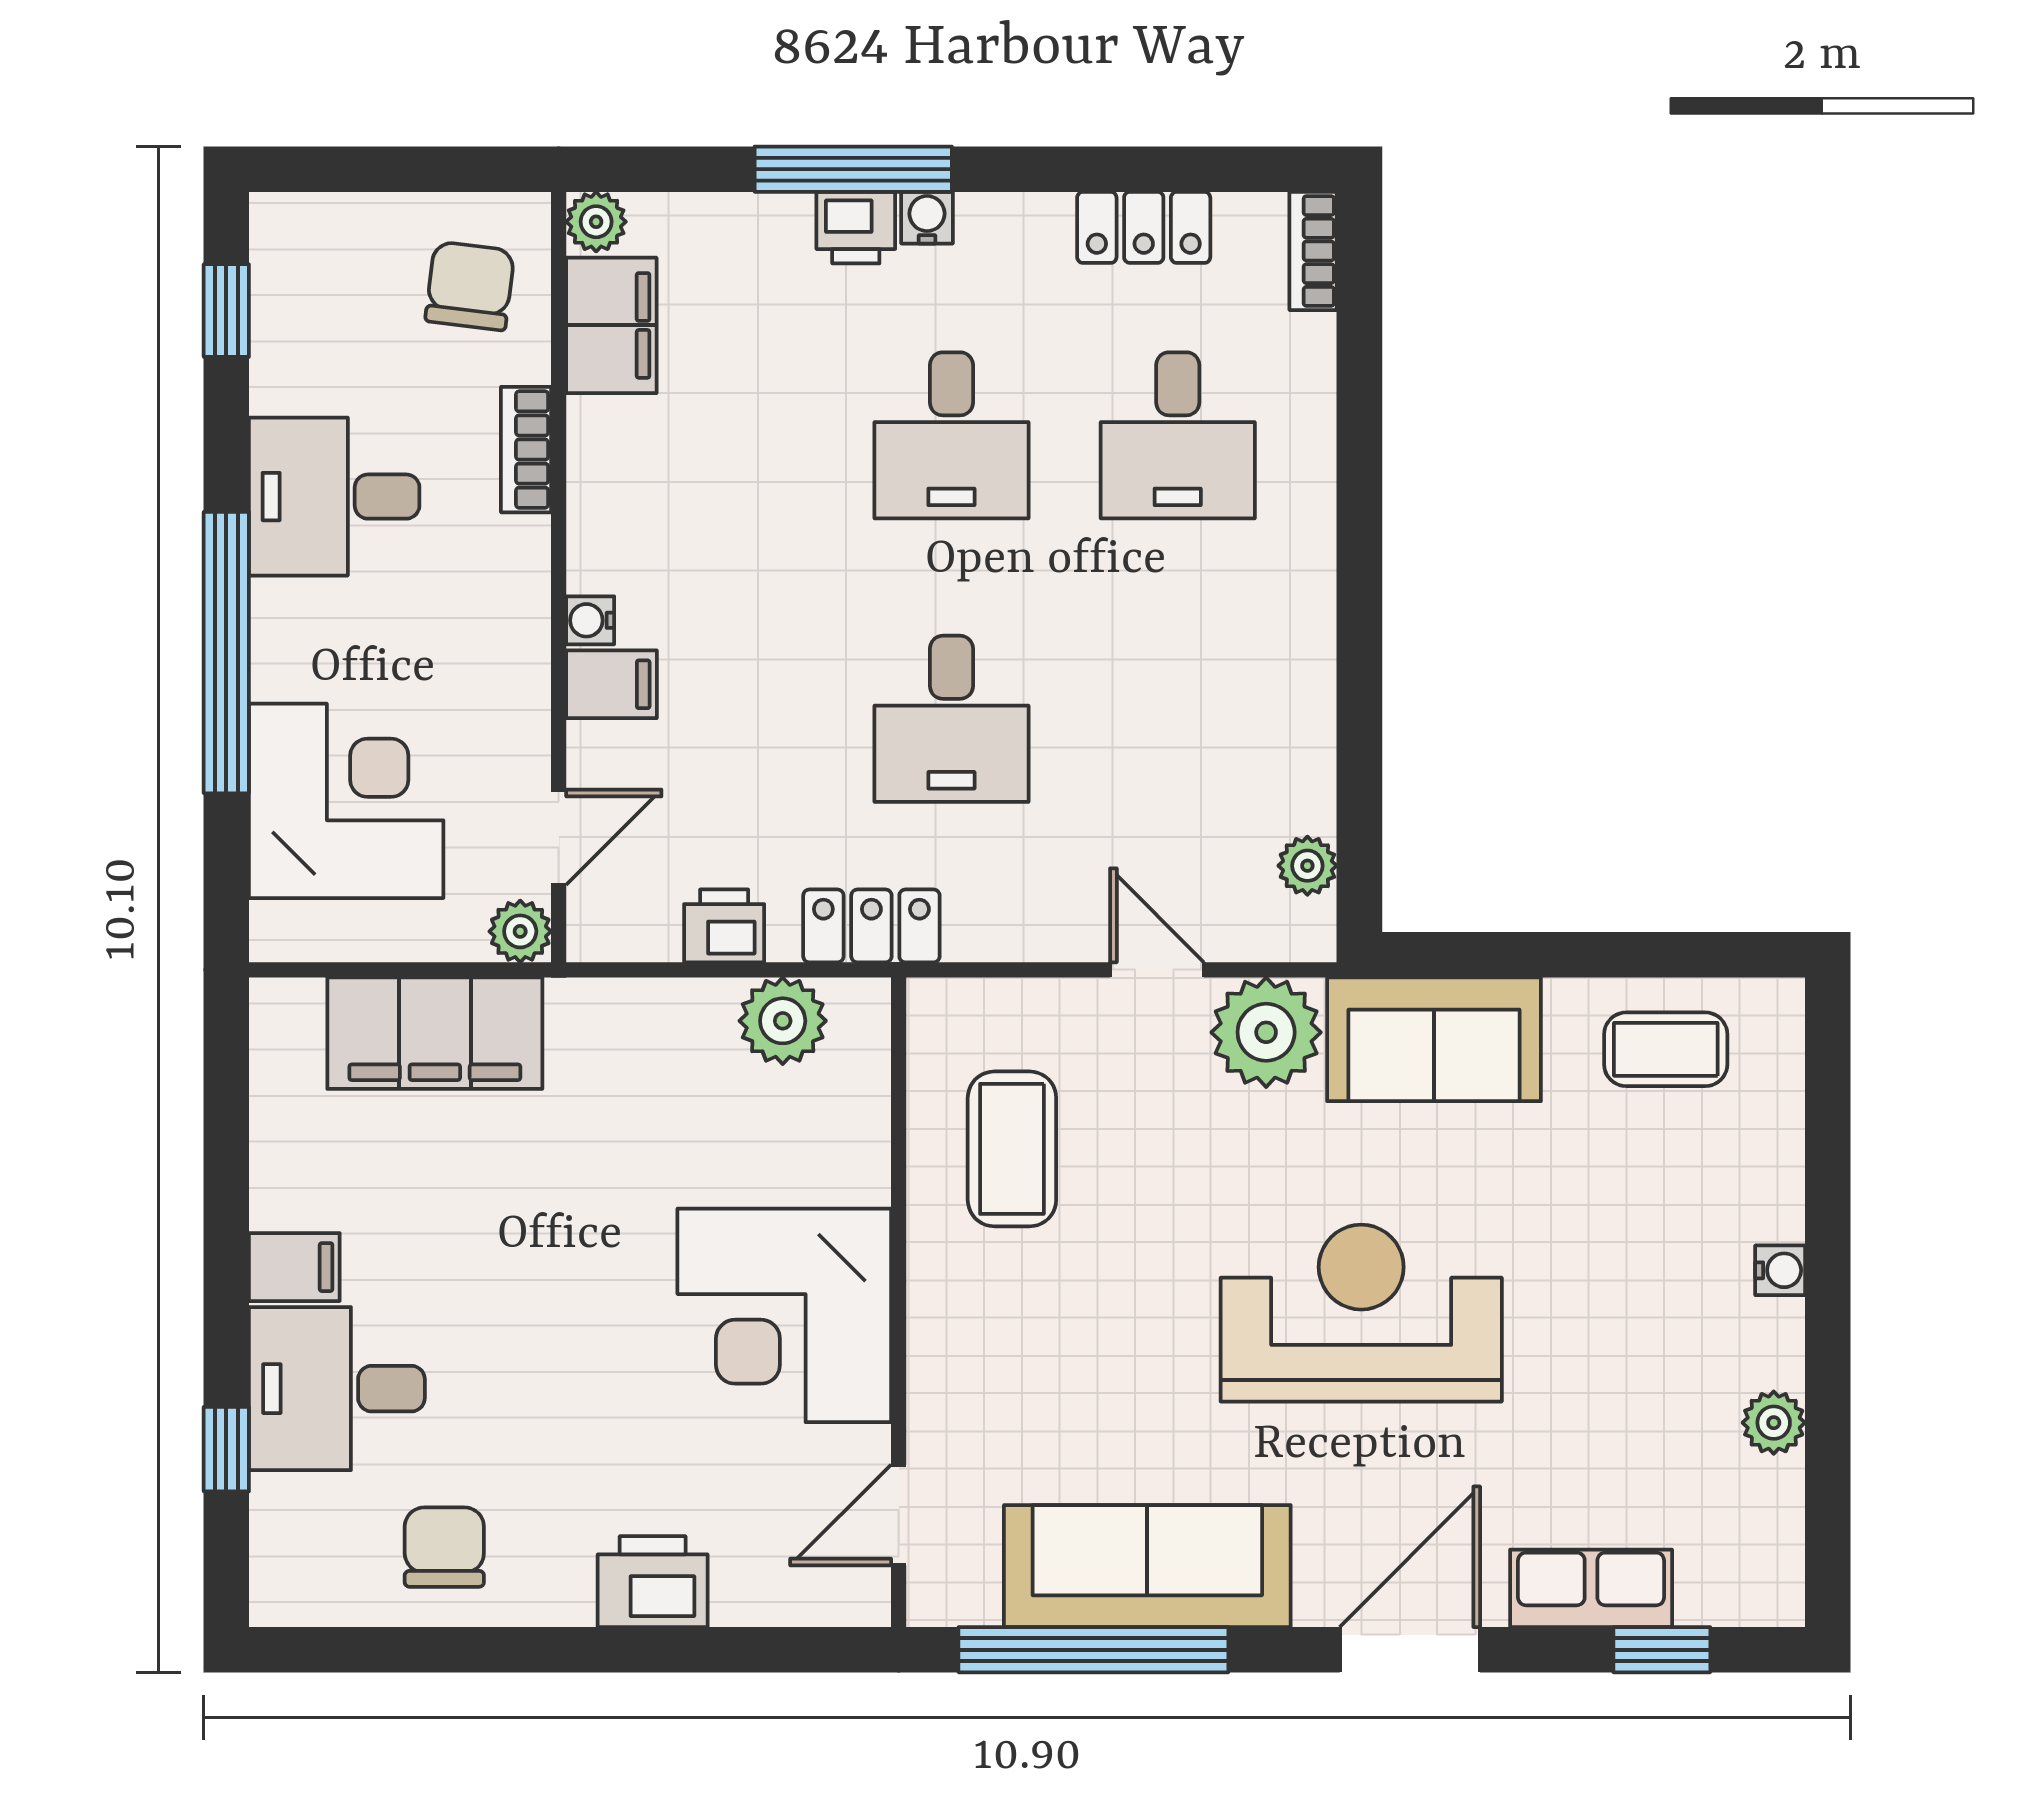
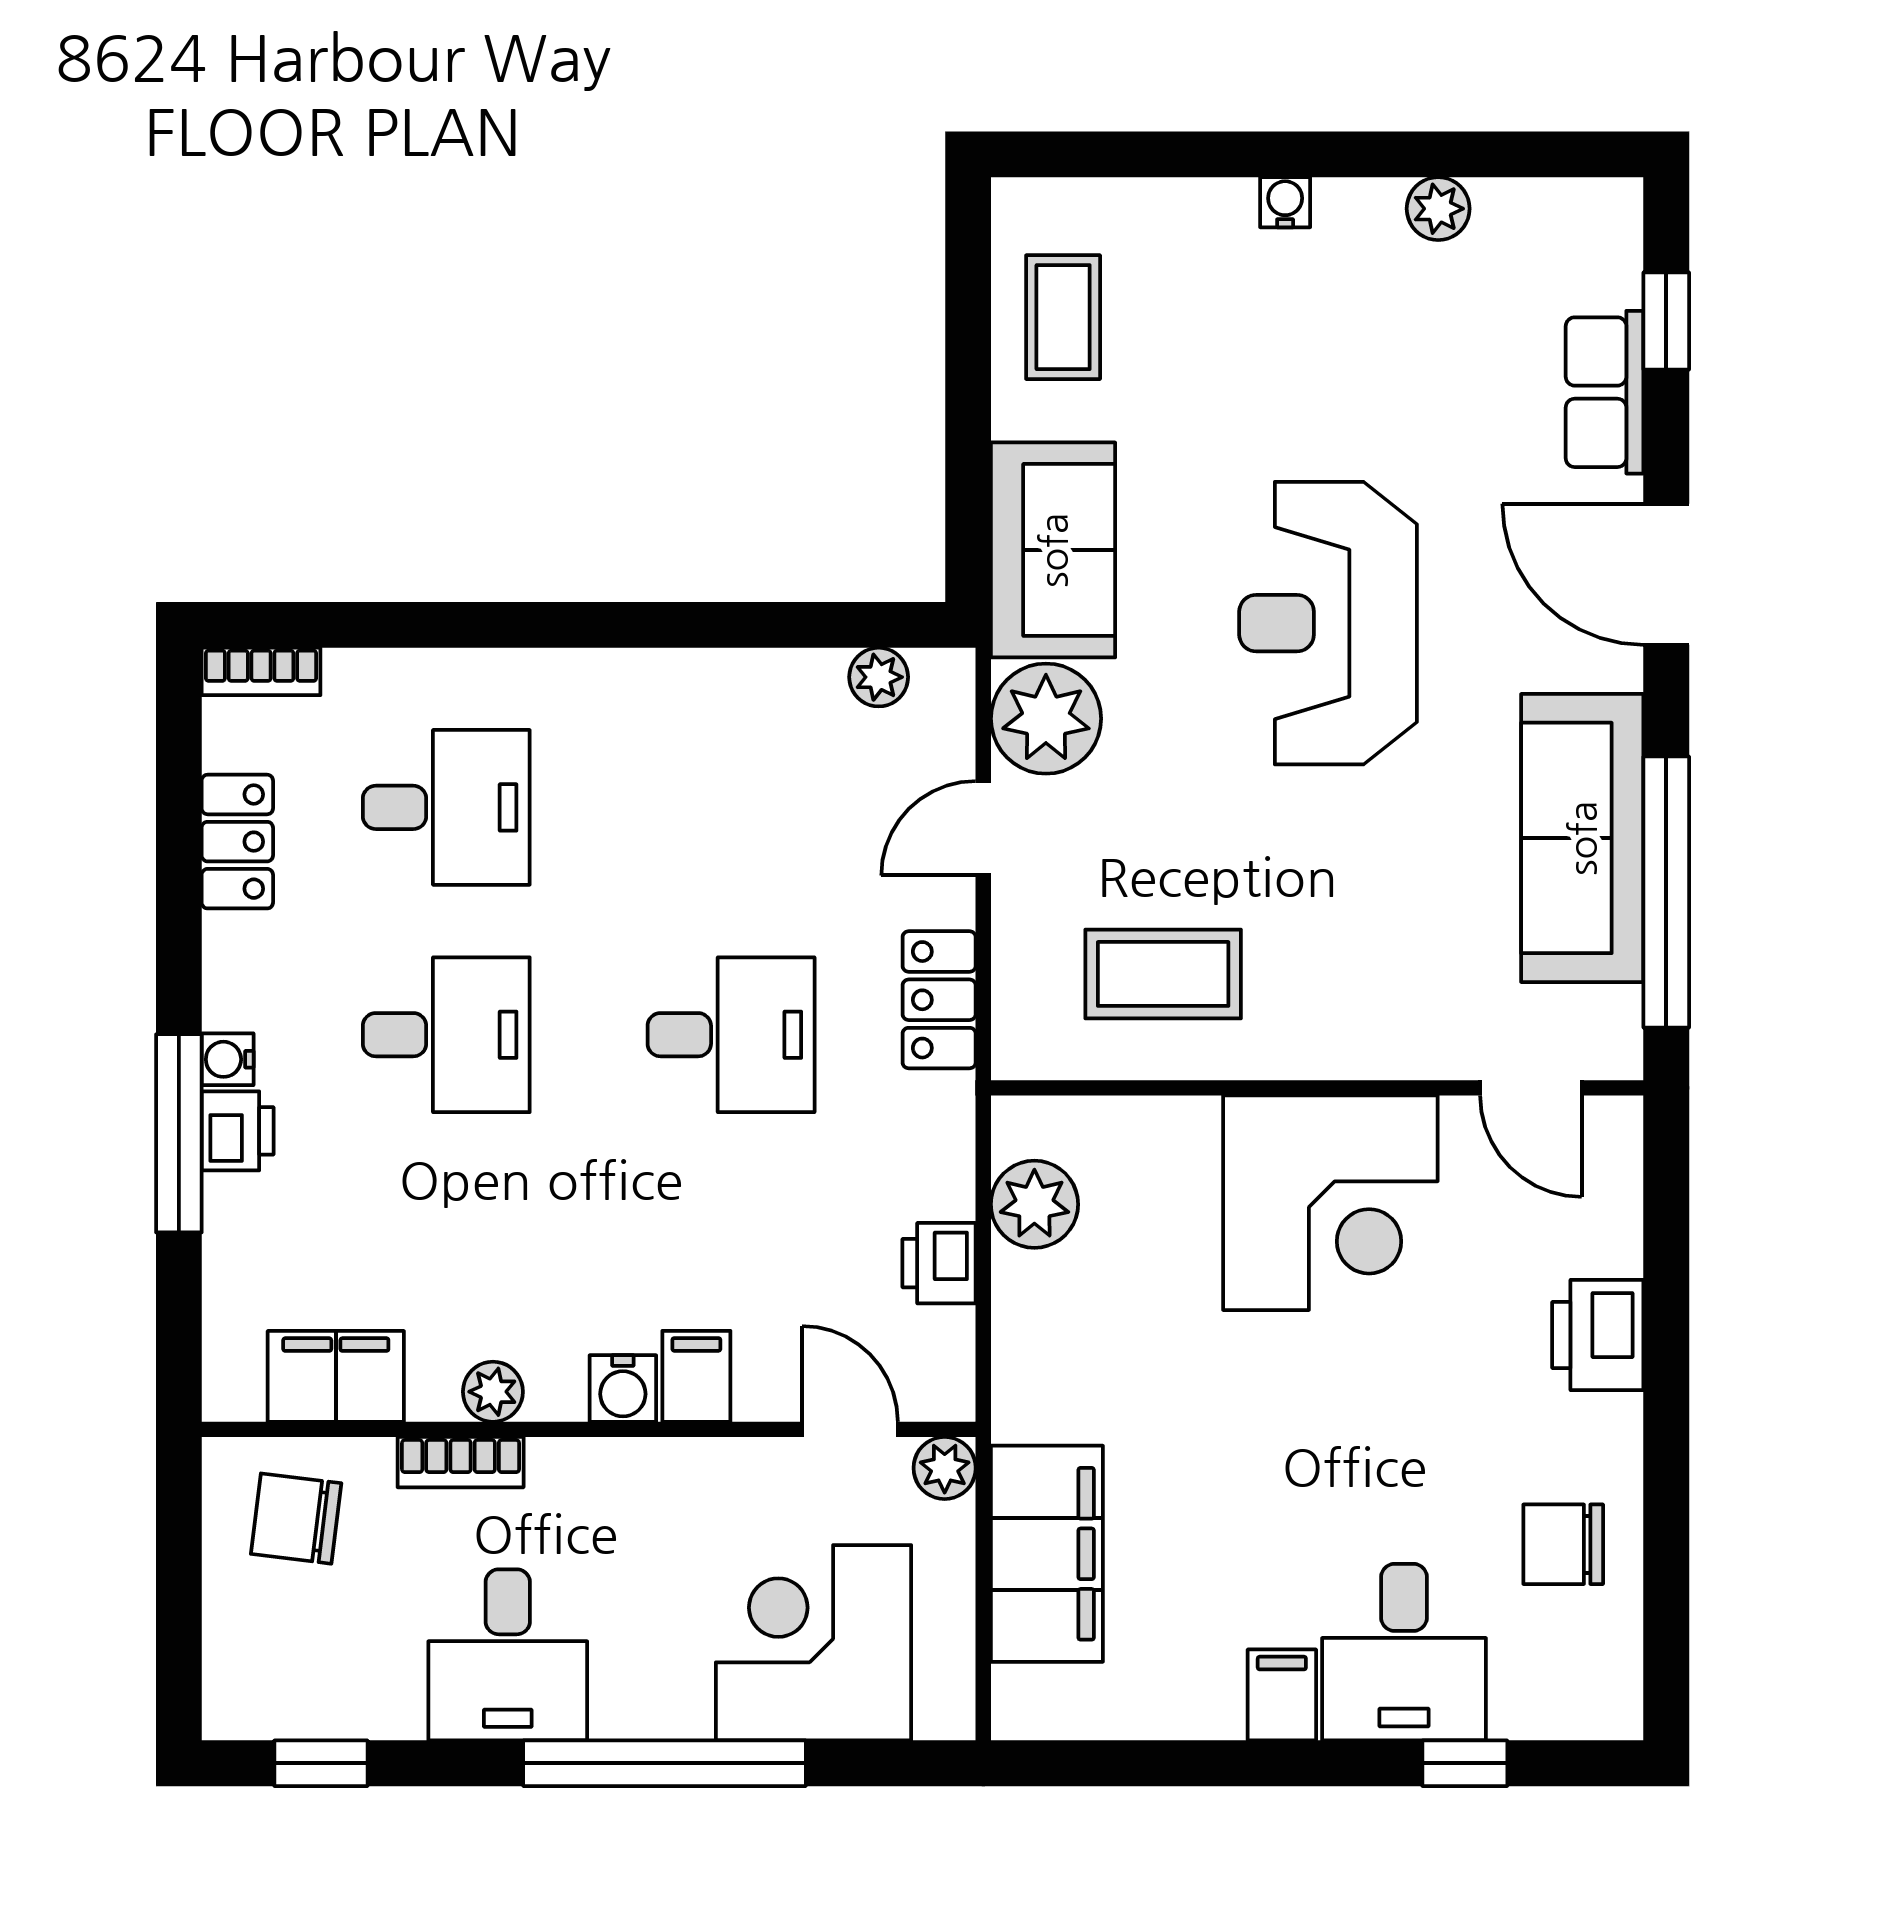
plant: (596, 222) -> (493, 1392), moved
water cooler: (590, 620) -> (623, 1388), width x1.38, depth x1.38
locker: (871, 926) -> (939, 1000), moved

